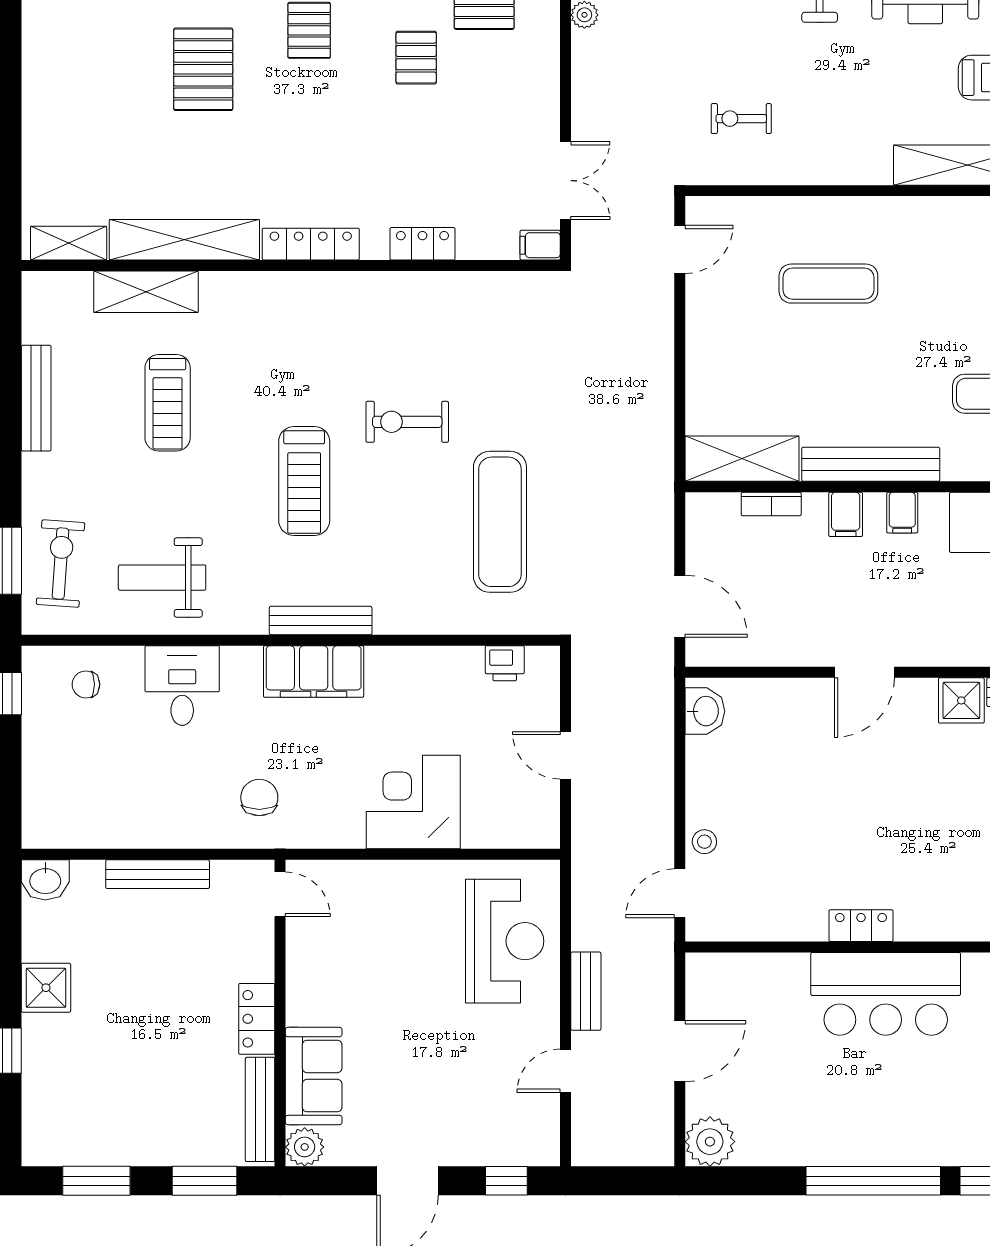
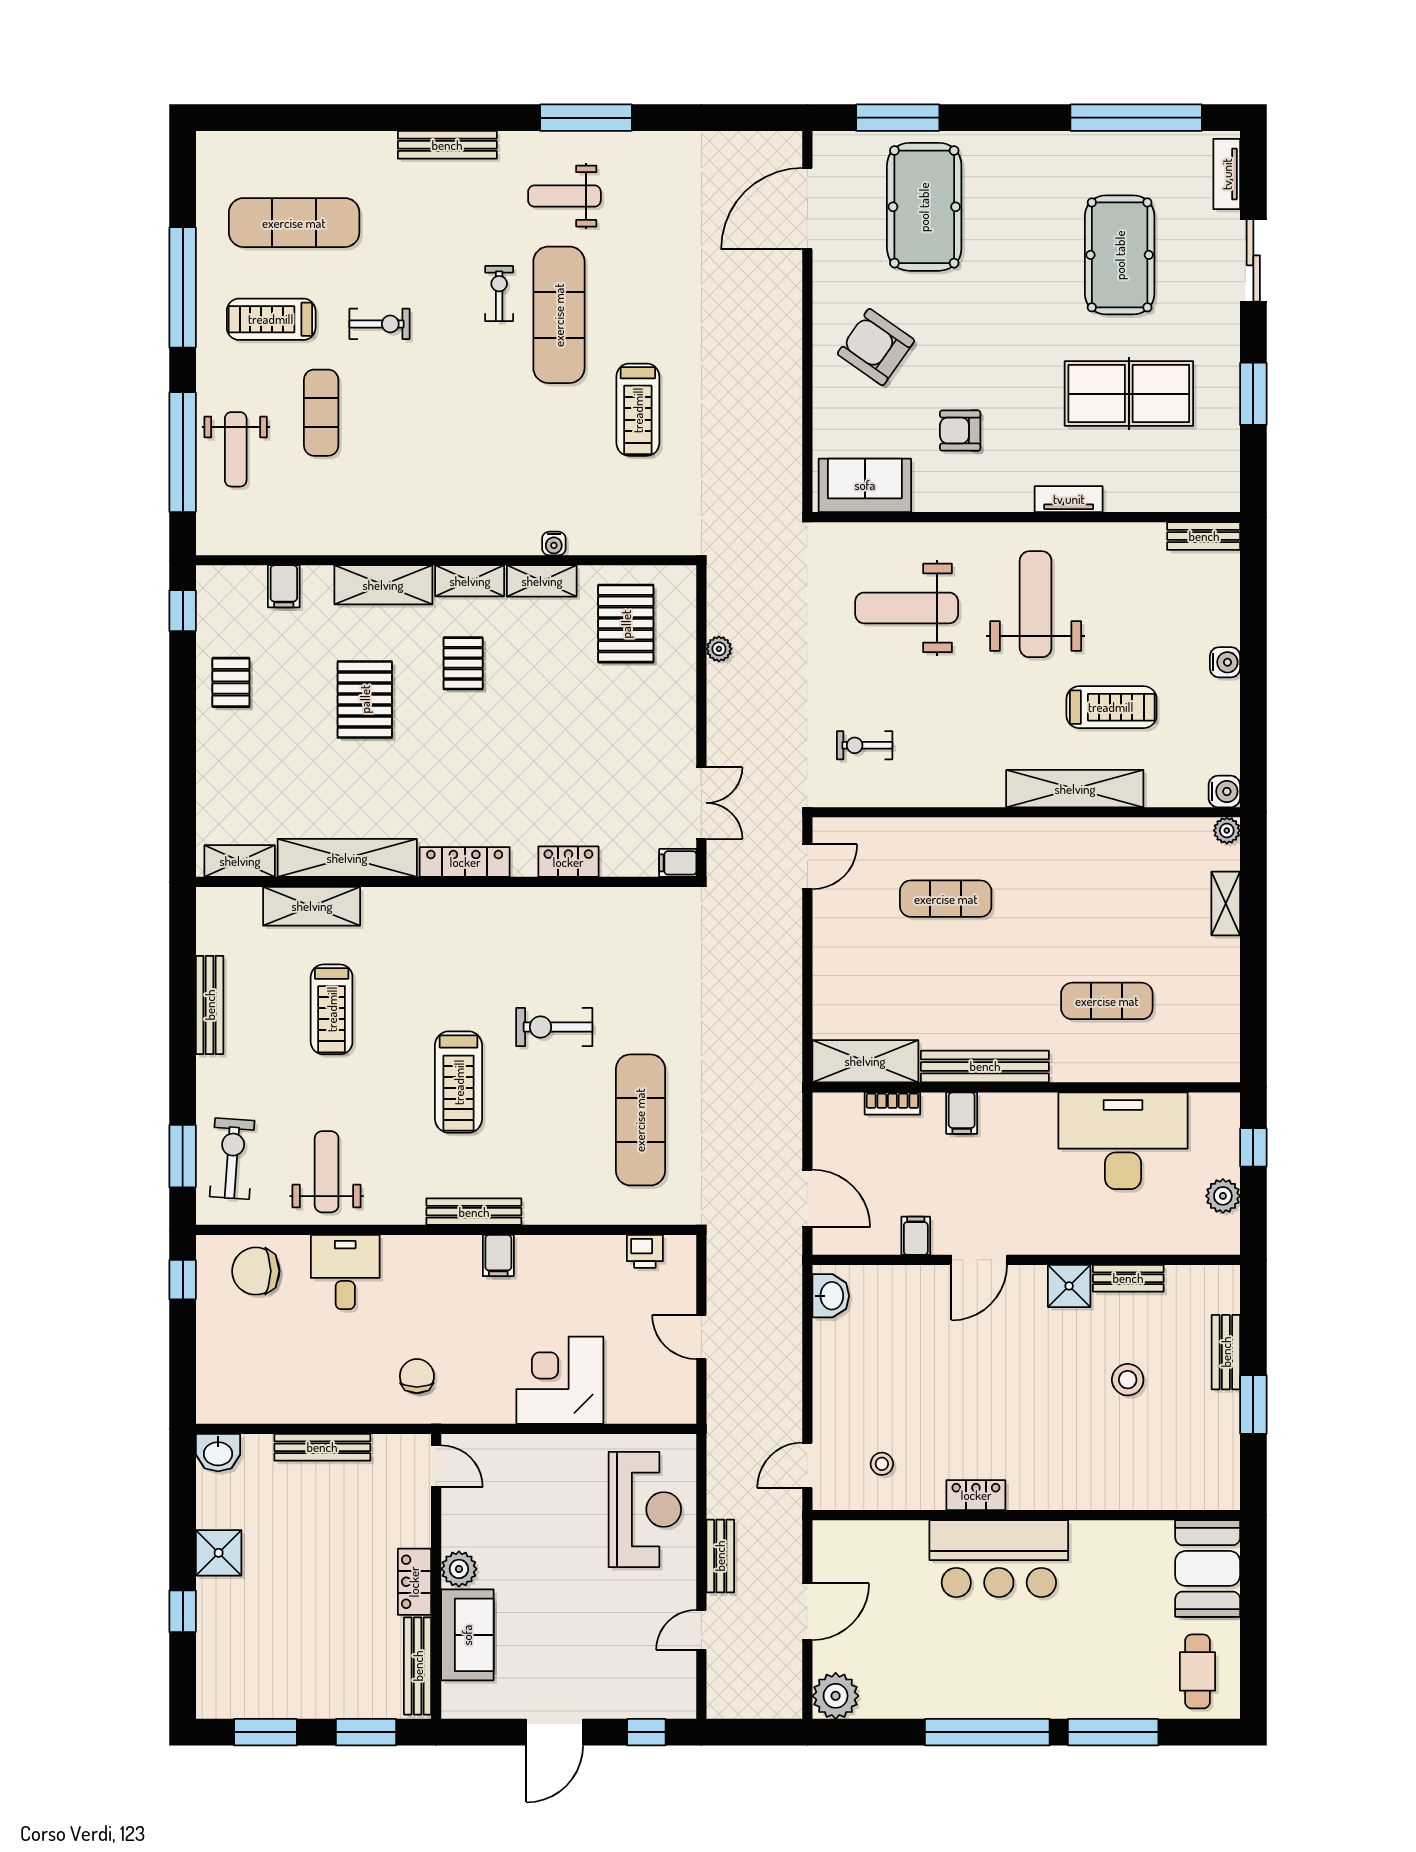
pallet: (416, 58) -> (231, 682), moved
filing cabinet: (902, 513) -> (916, 1236), moved, turned 180
weight bench: (162, 578) -> (327, 1172), turned 90
filing cabinet: (314, 671) -> (498, 1256), width x0.33, depth x0.86
chair: (86, 684) -> (256, 1271), width x1.87, depth x1.87
stool: (704, 842) -> (882, 1464), moved
plant: (305, 1147) -> (459, 1569), moved

